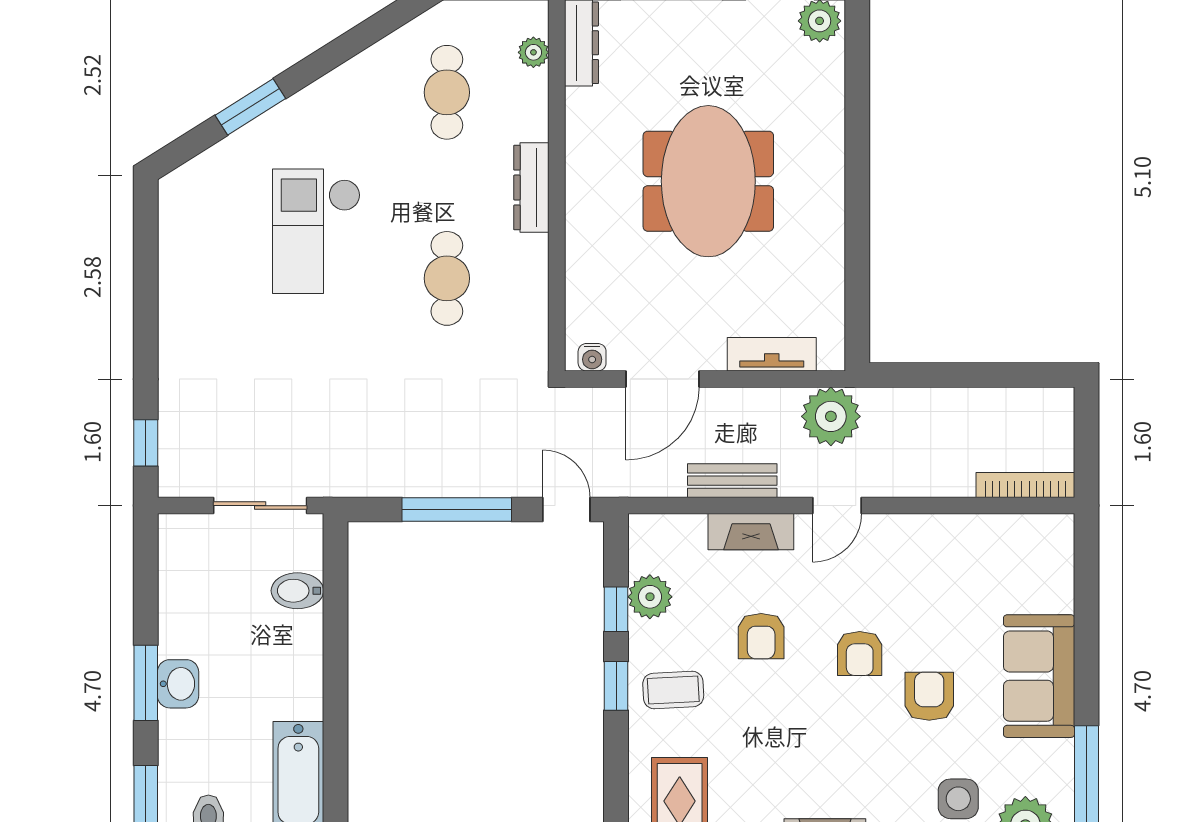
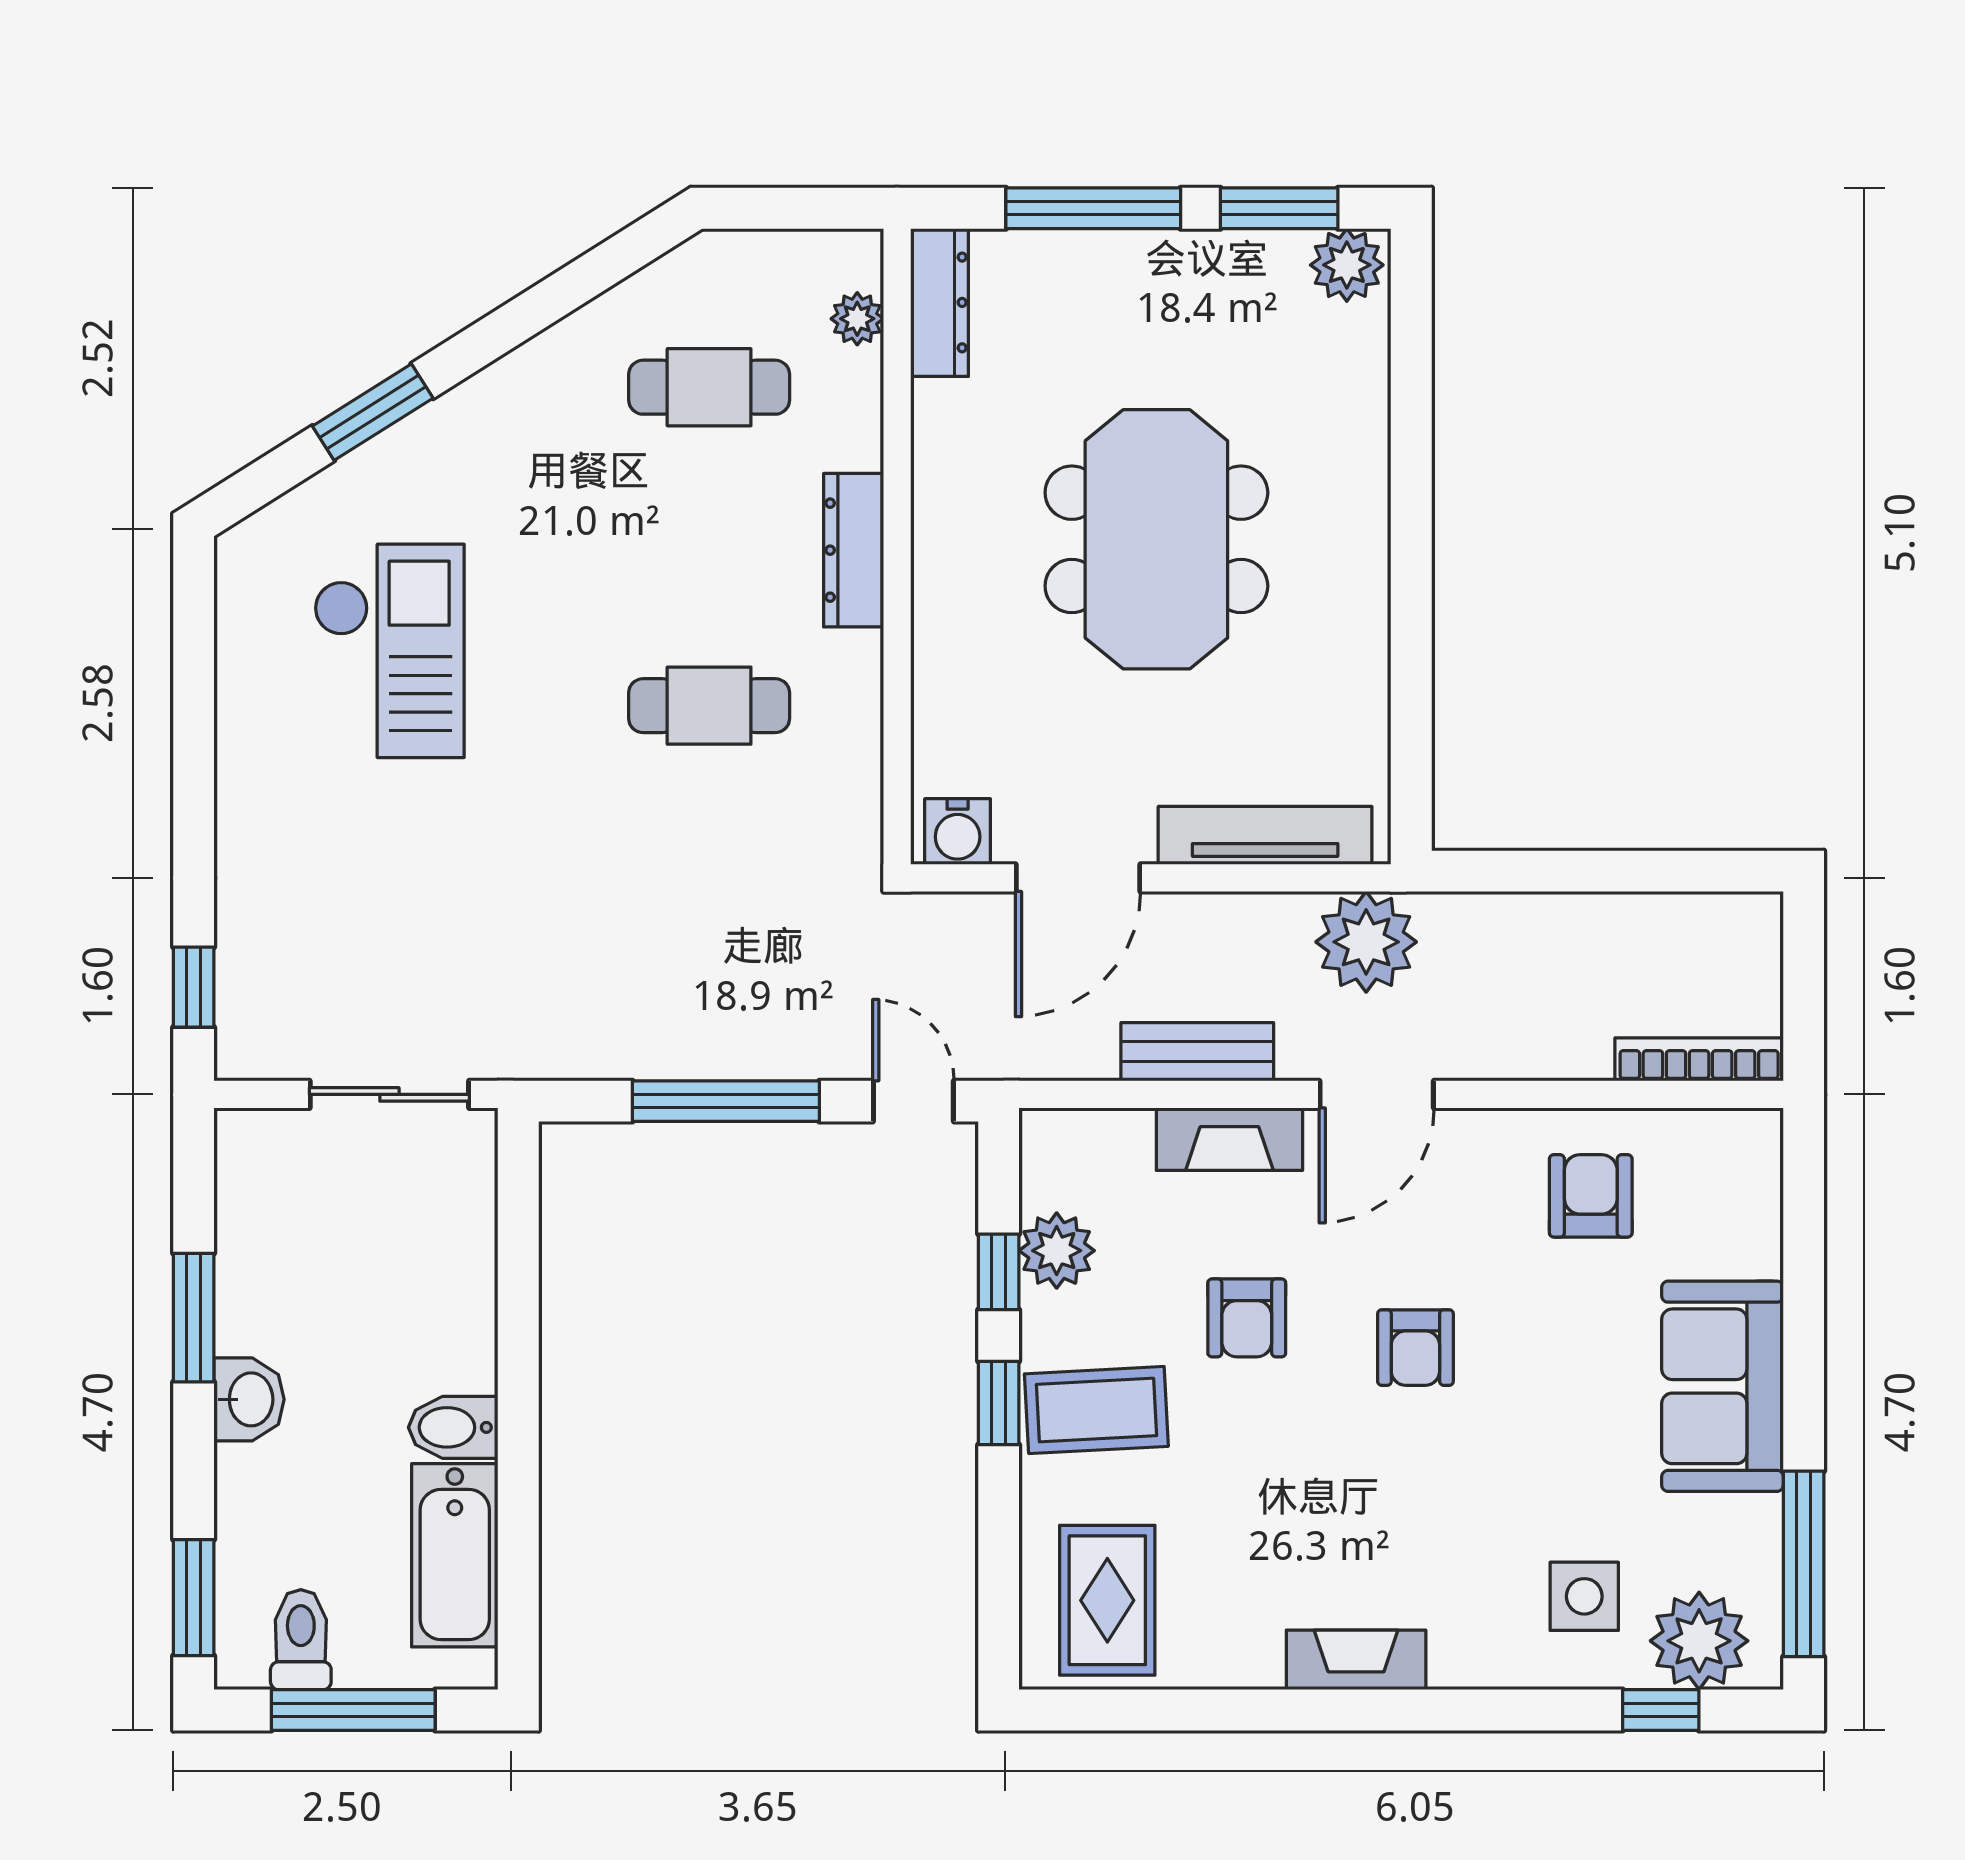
cafe table: (447, 92) -> (709, 387), turned 90
checkout: (316, 231) -> (389, 651), moved, turned 180
cafe table: (447, 278) -> (709, 706), turned 90
tv unit: (772, 354) -> (1265, 835), width x1.41
water cooler: (592, 357) -> (958, 832), width x1.38, depth x1.38
door: (837, 506) -> (1377, 1094), width x1.38
bidet: (297, 591) -> (453, 1427), moved
window: (146, 683) -> (194, 1318), moved
coffee table: (673, 690) -> (1096, 1410), width x1.36, depth x1.30
armchair: (929, 696) -> (1591, 1196), moved

